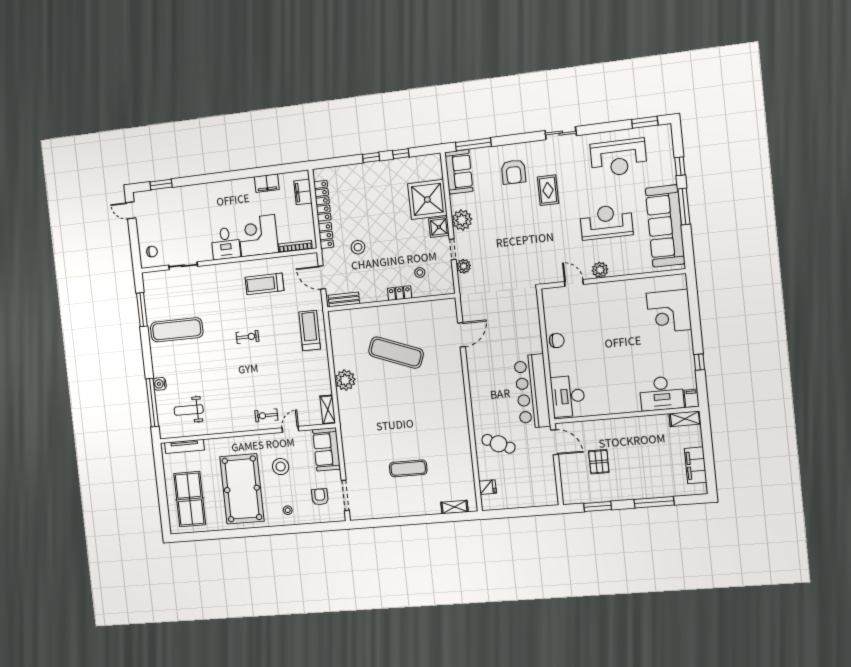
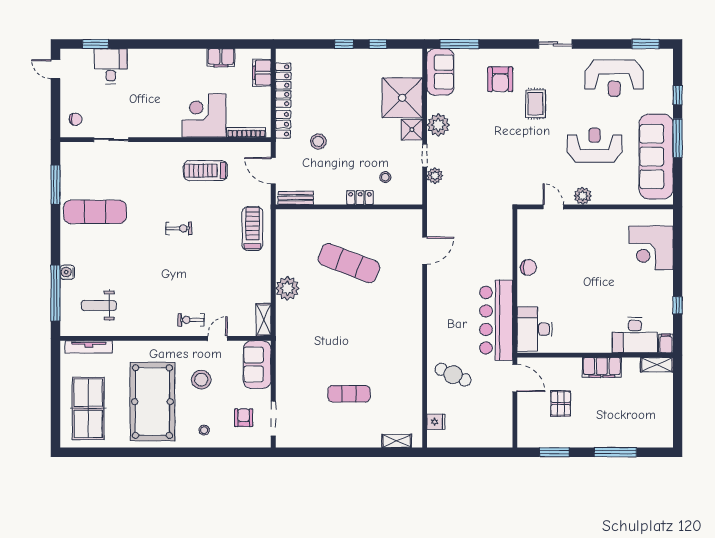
desk: (226, 243) -> (111, 66), moved, turned 180
filing cabinet: (695, 465) -> (602, 367), moved, turned -90

